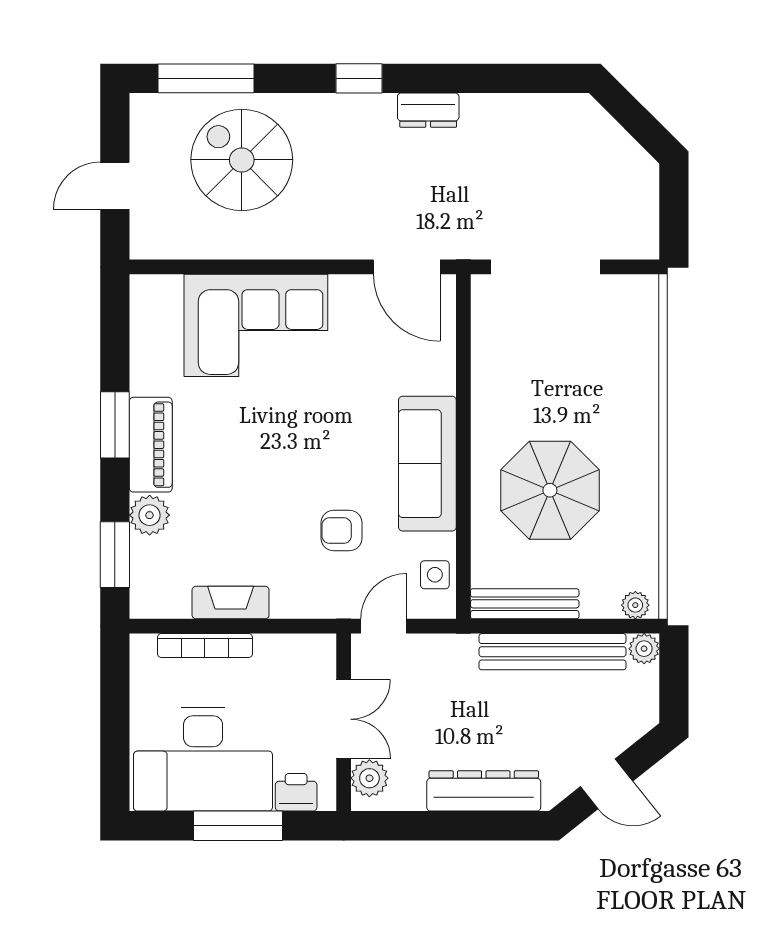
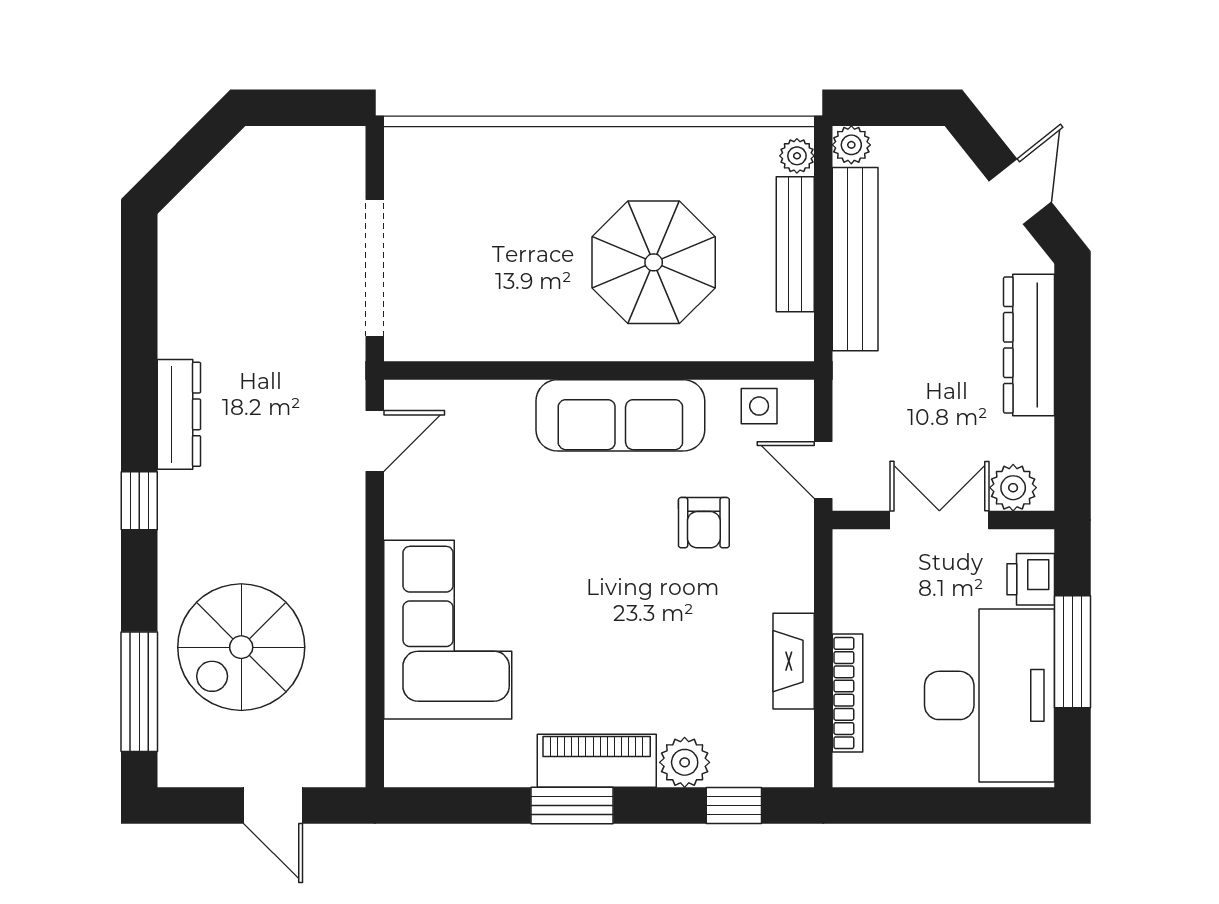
dresser: (428, 110) -> (179, 414), width x1.44
door: (407, 267) -> (375, 441), width x0.73
window: (115, 555) -> (734, 805), width x0.67
bench: (525, 604) -> (795, 244), moved

